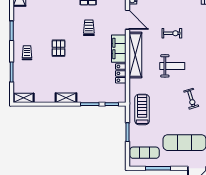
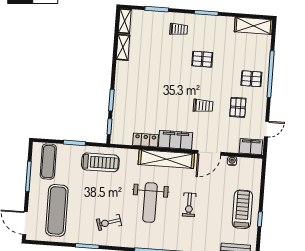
pallet: (59, 48) -> (202, 59), moved
weight bench: (172, 66) -> (150, 202), width x1.36, depth x1.33
shelving: (66, 98) -> (123, 47), moved

